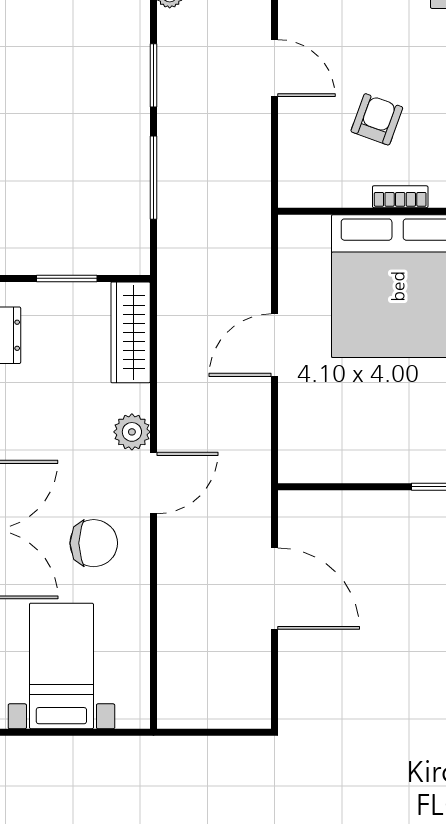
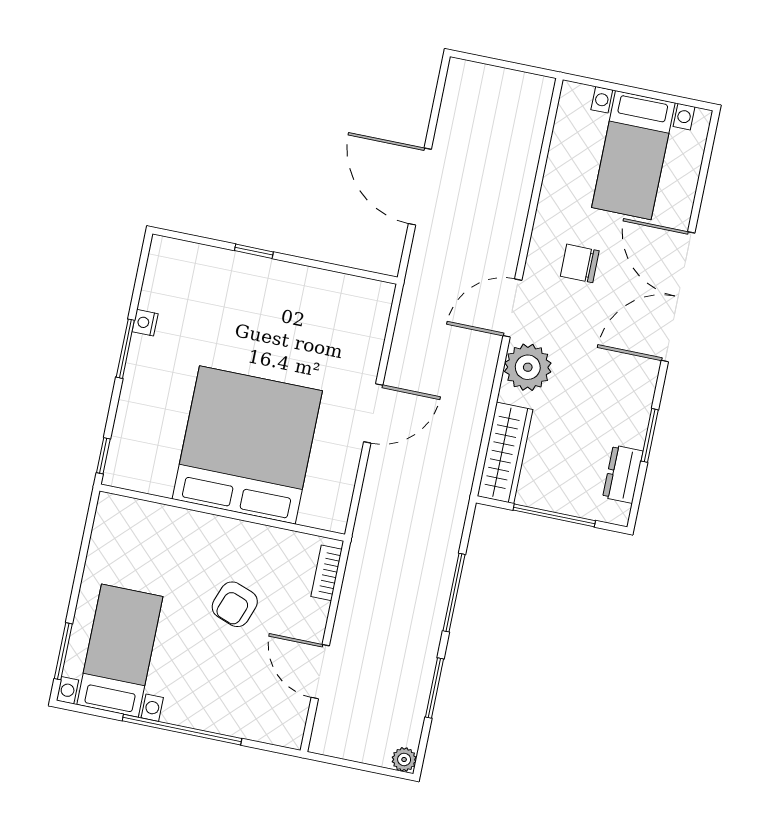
bookcase: (400, 197) -> (327, 573), moved, turned 90
window: (67, 278) -> (554, 515), width x1.44
plant: (132, 432) -> (528, 367), width x1.36, depth x1.36
chair: (94, 543) -> (580, 263), width x0.73, depth x0.73

